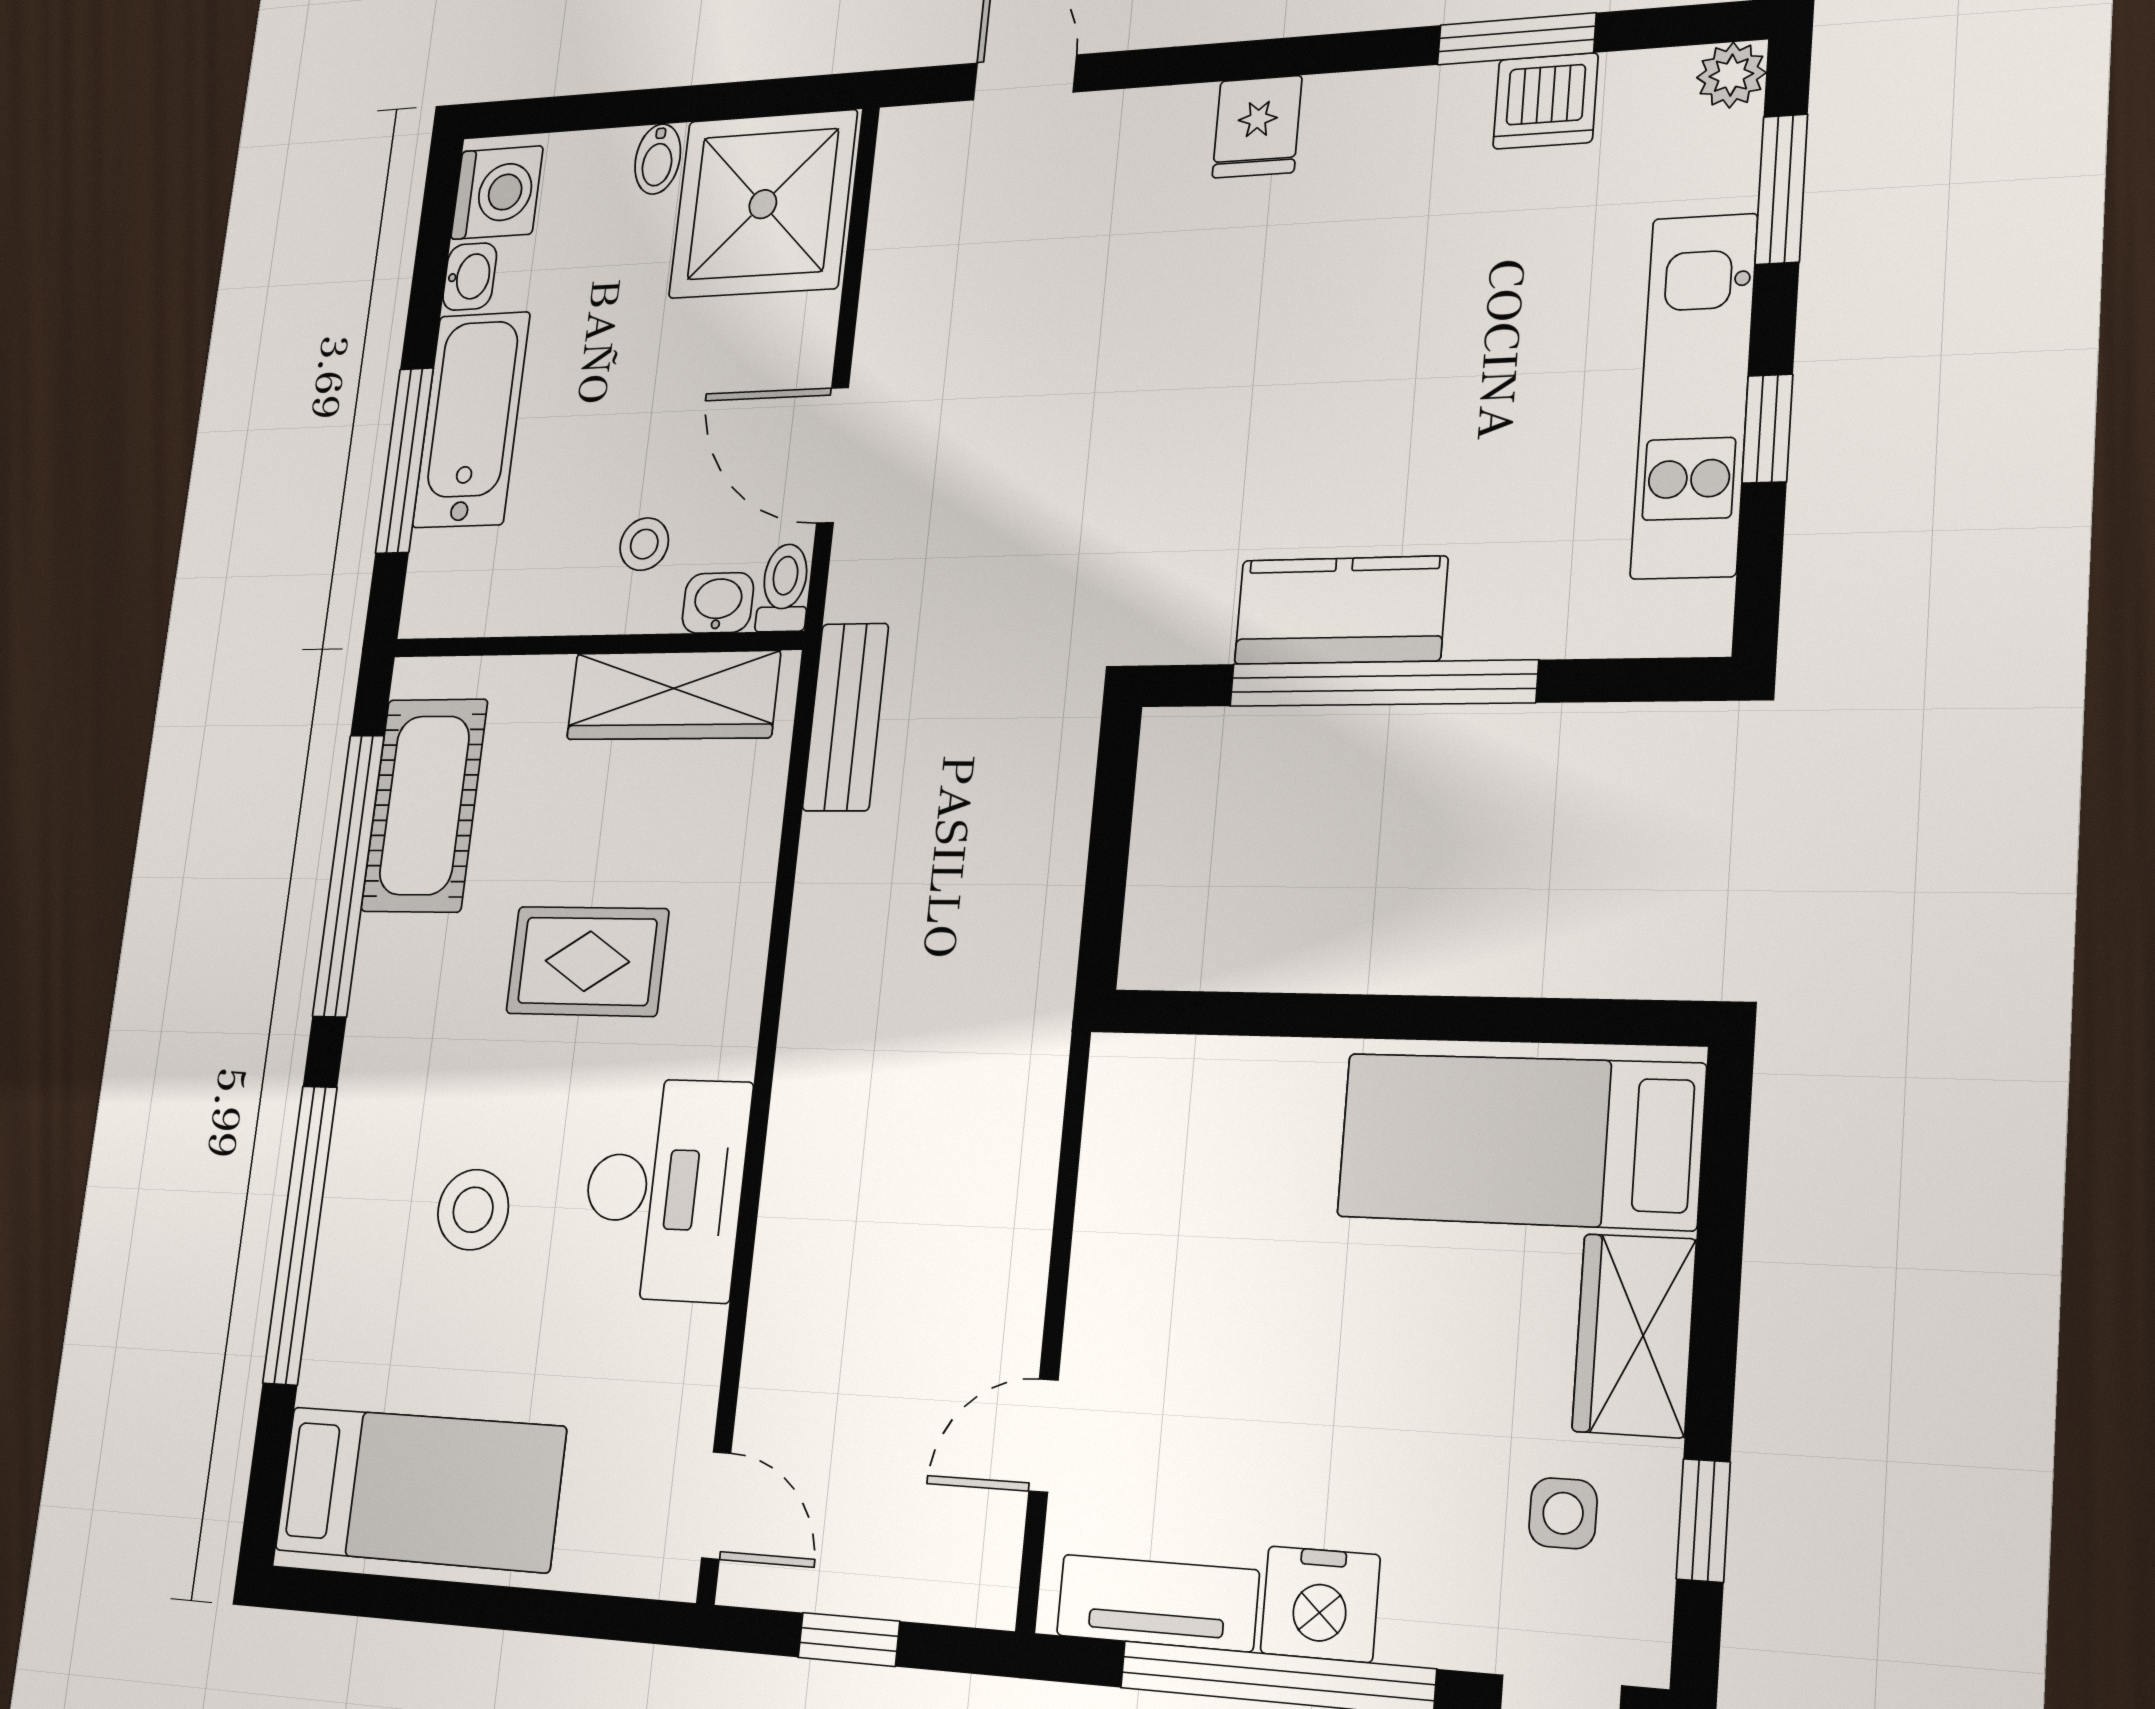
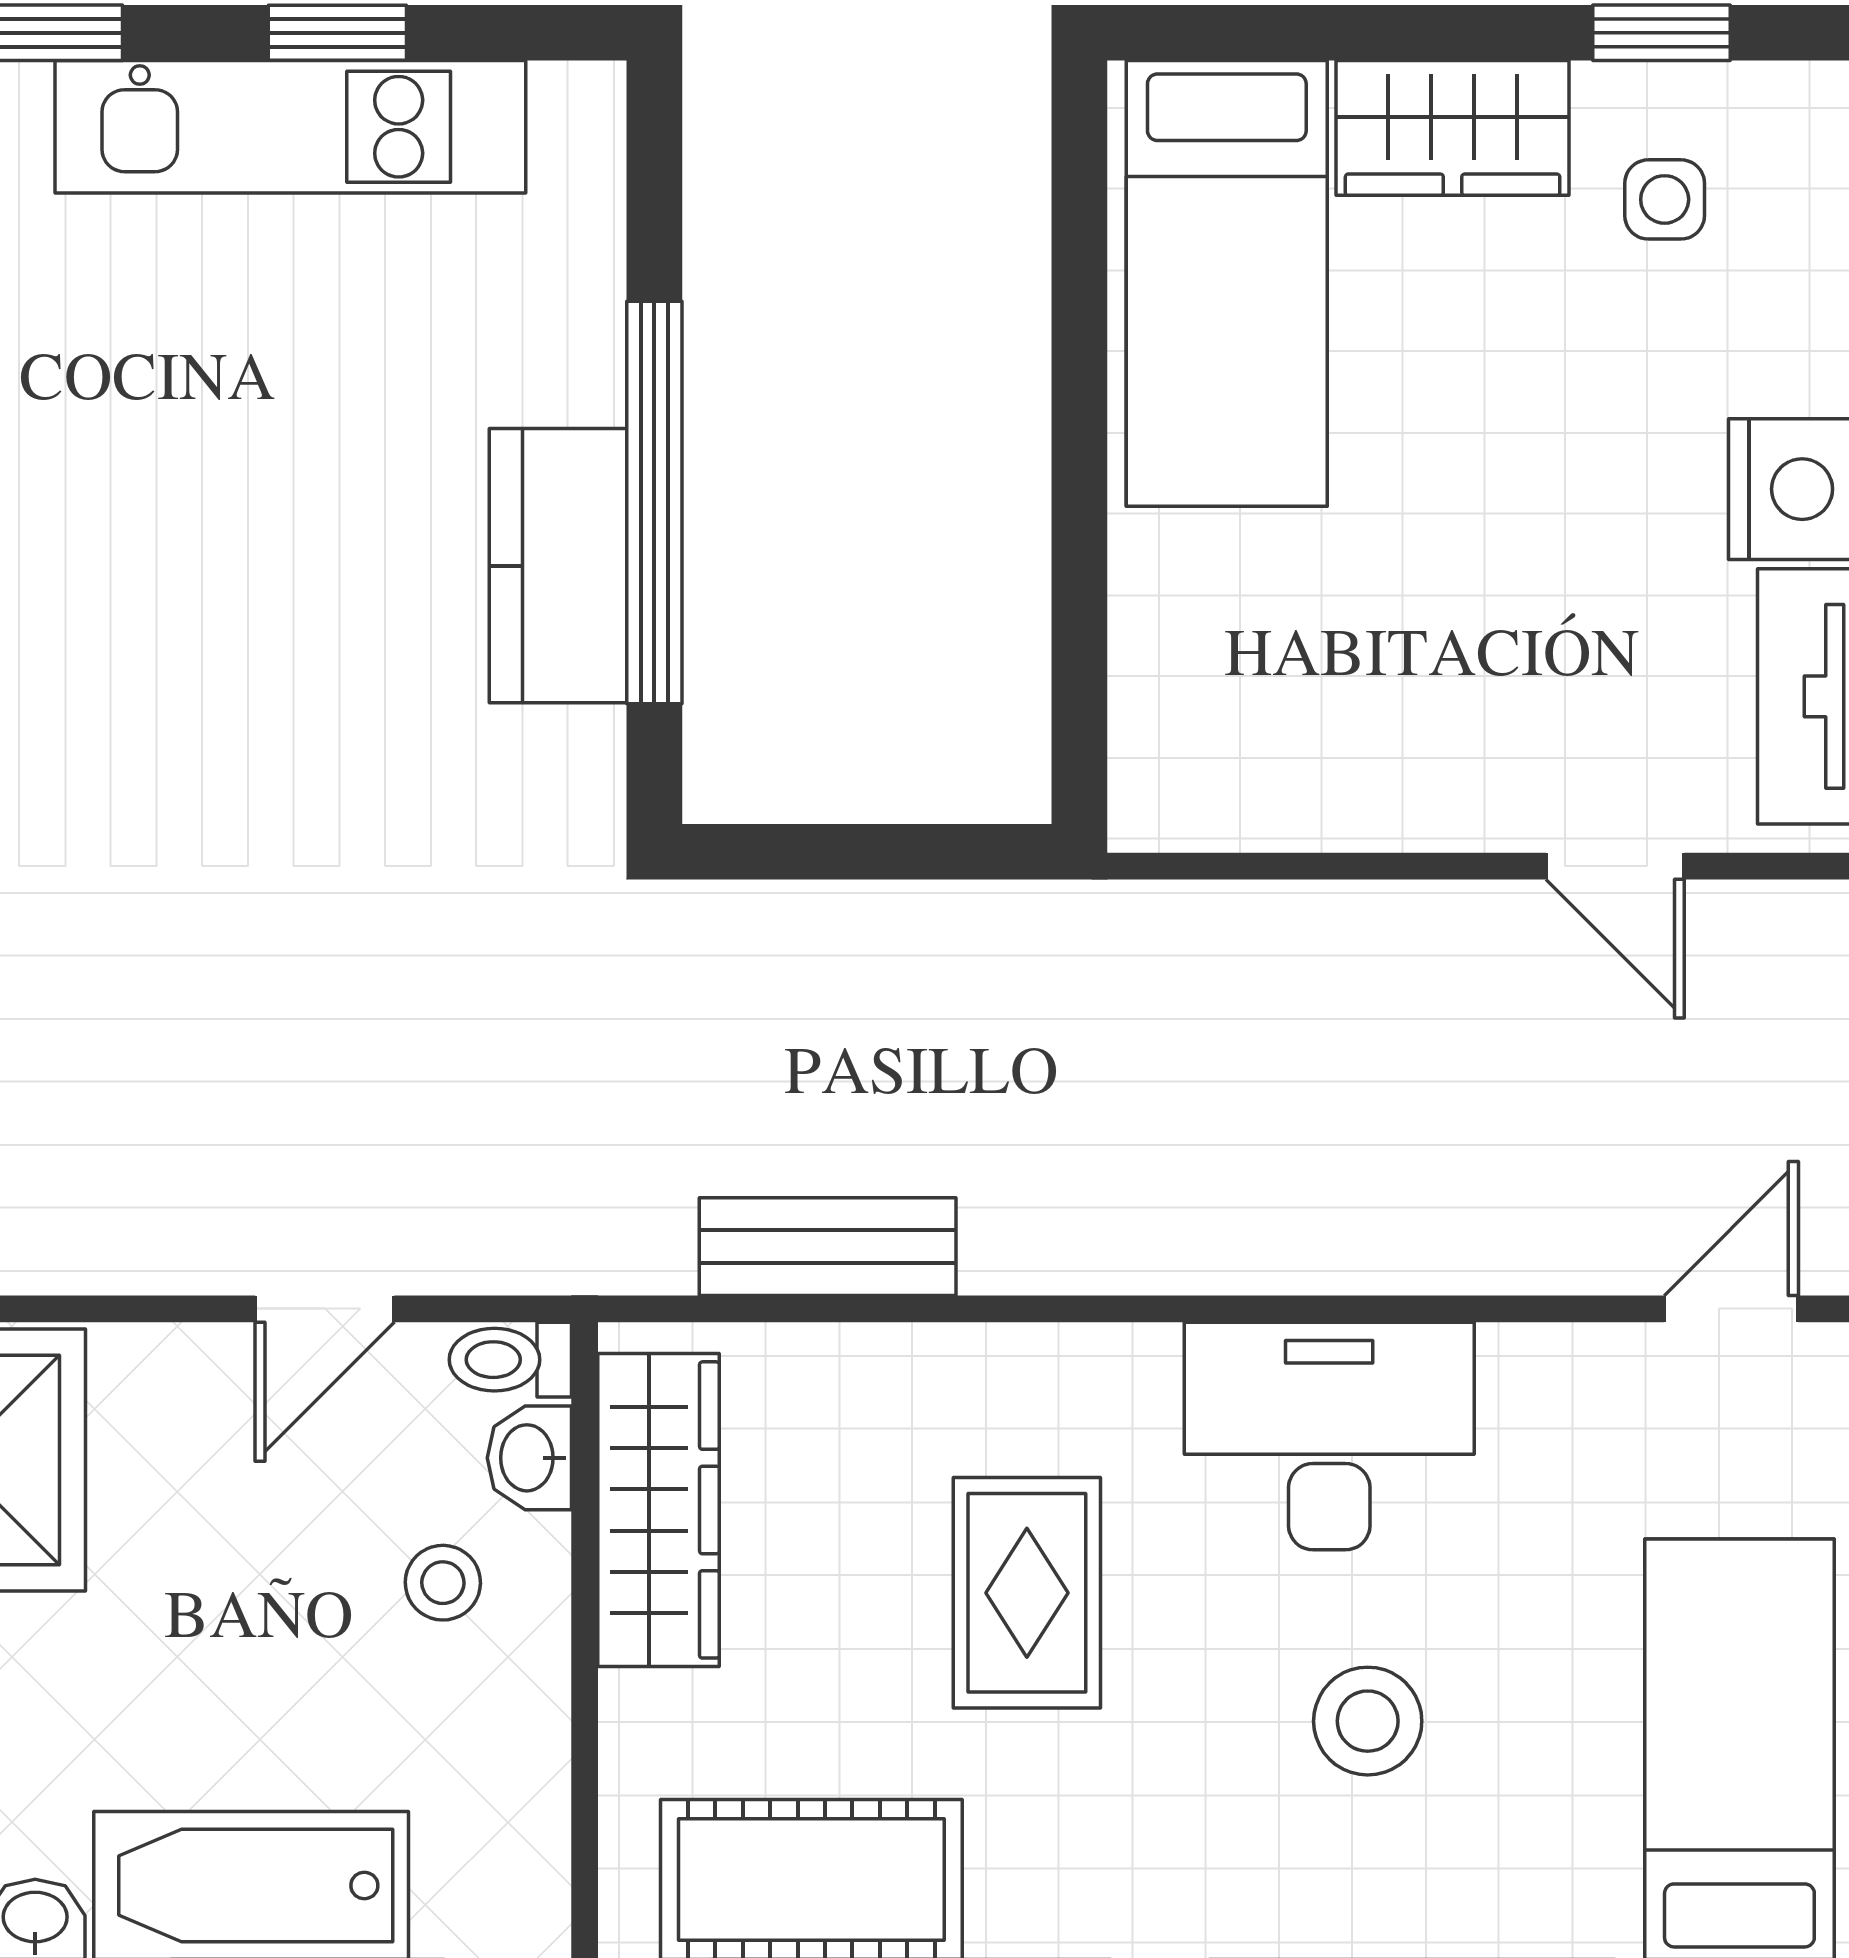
door: (833, 455) -> (325, 1309), width x0.73
bench: (846, 717) -> (828, 1247), moved

